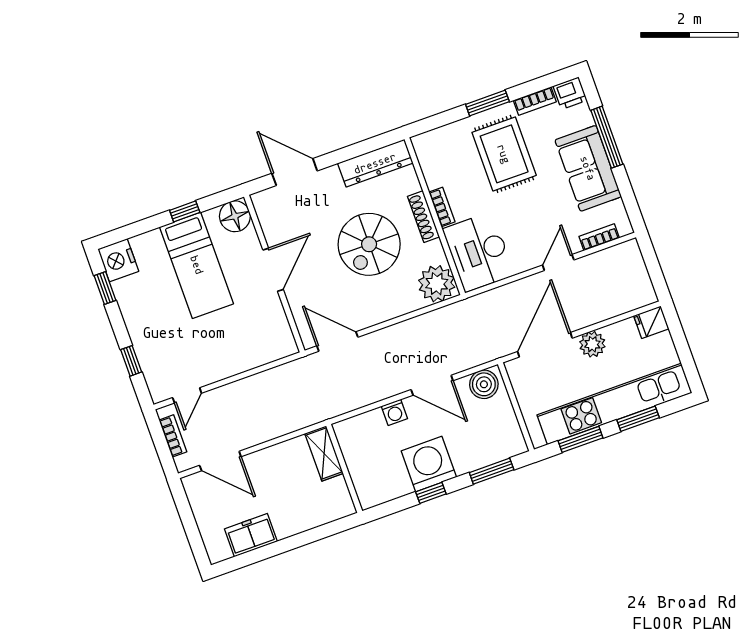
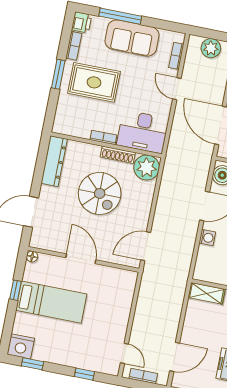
floor lamp: (235, 216) -> (32, 257), width x0.53, depth x0.53
shoe rack: (423, 217) -> (118, 155), moved
plant: (635, 275) -> (211, 48), added

